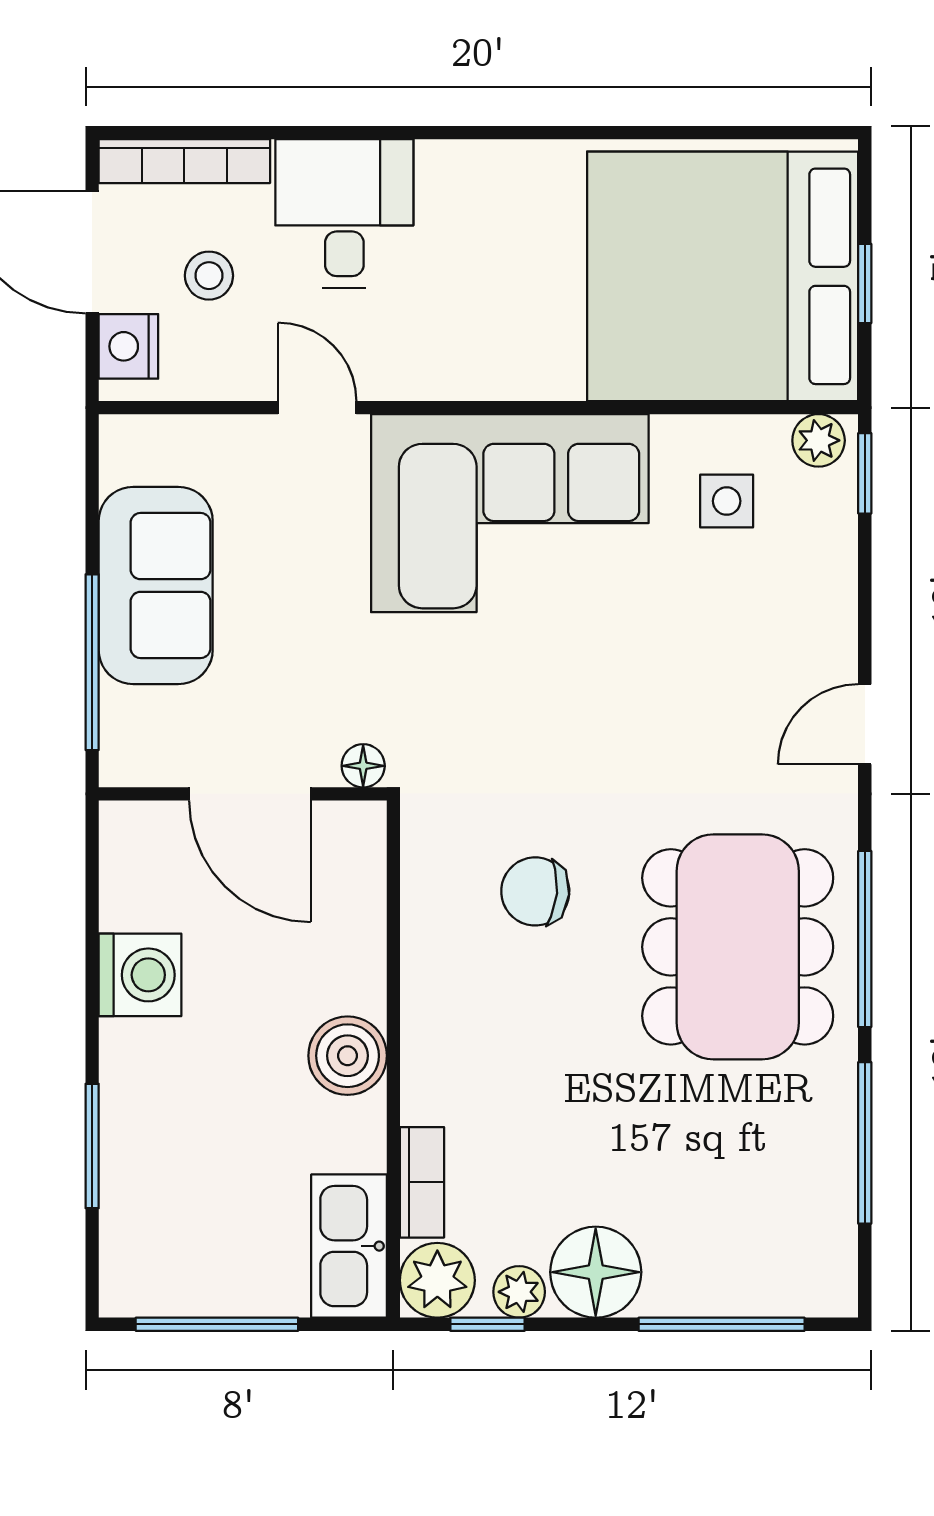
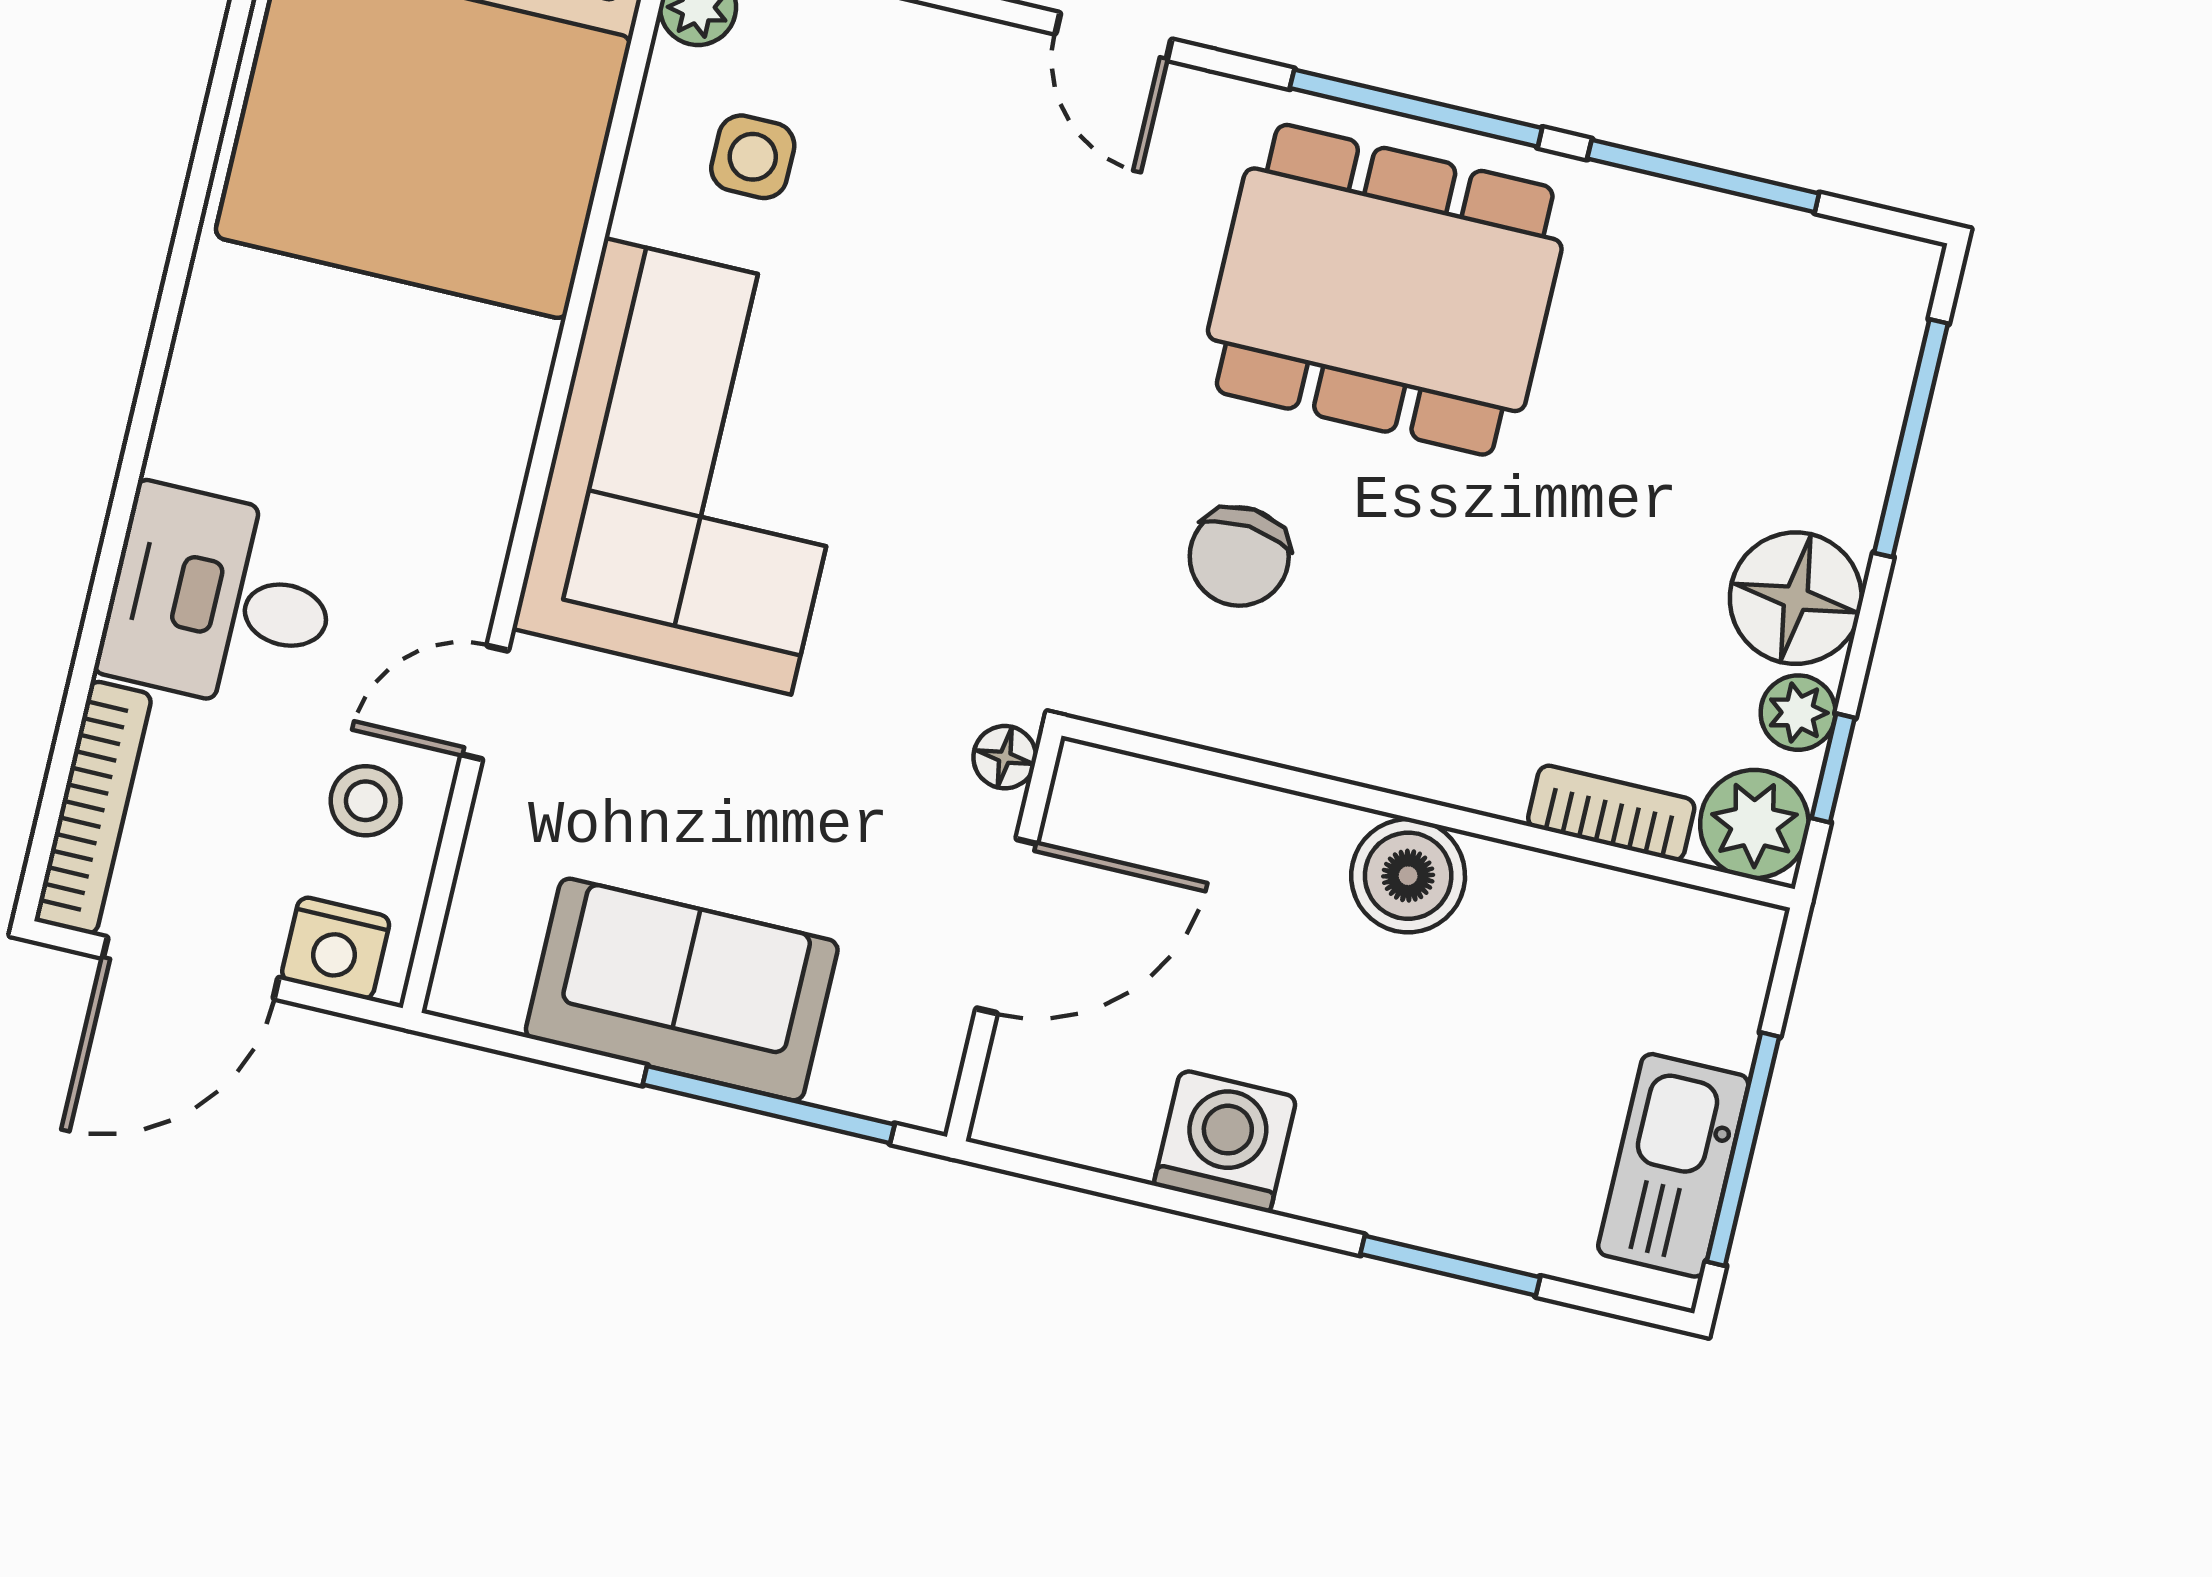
stool: (209, 276) -> (366, 801), moved
kitchen sink: (349, 1246) -> (1673, 1165), moved, turned 90

